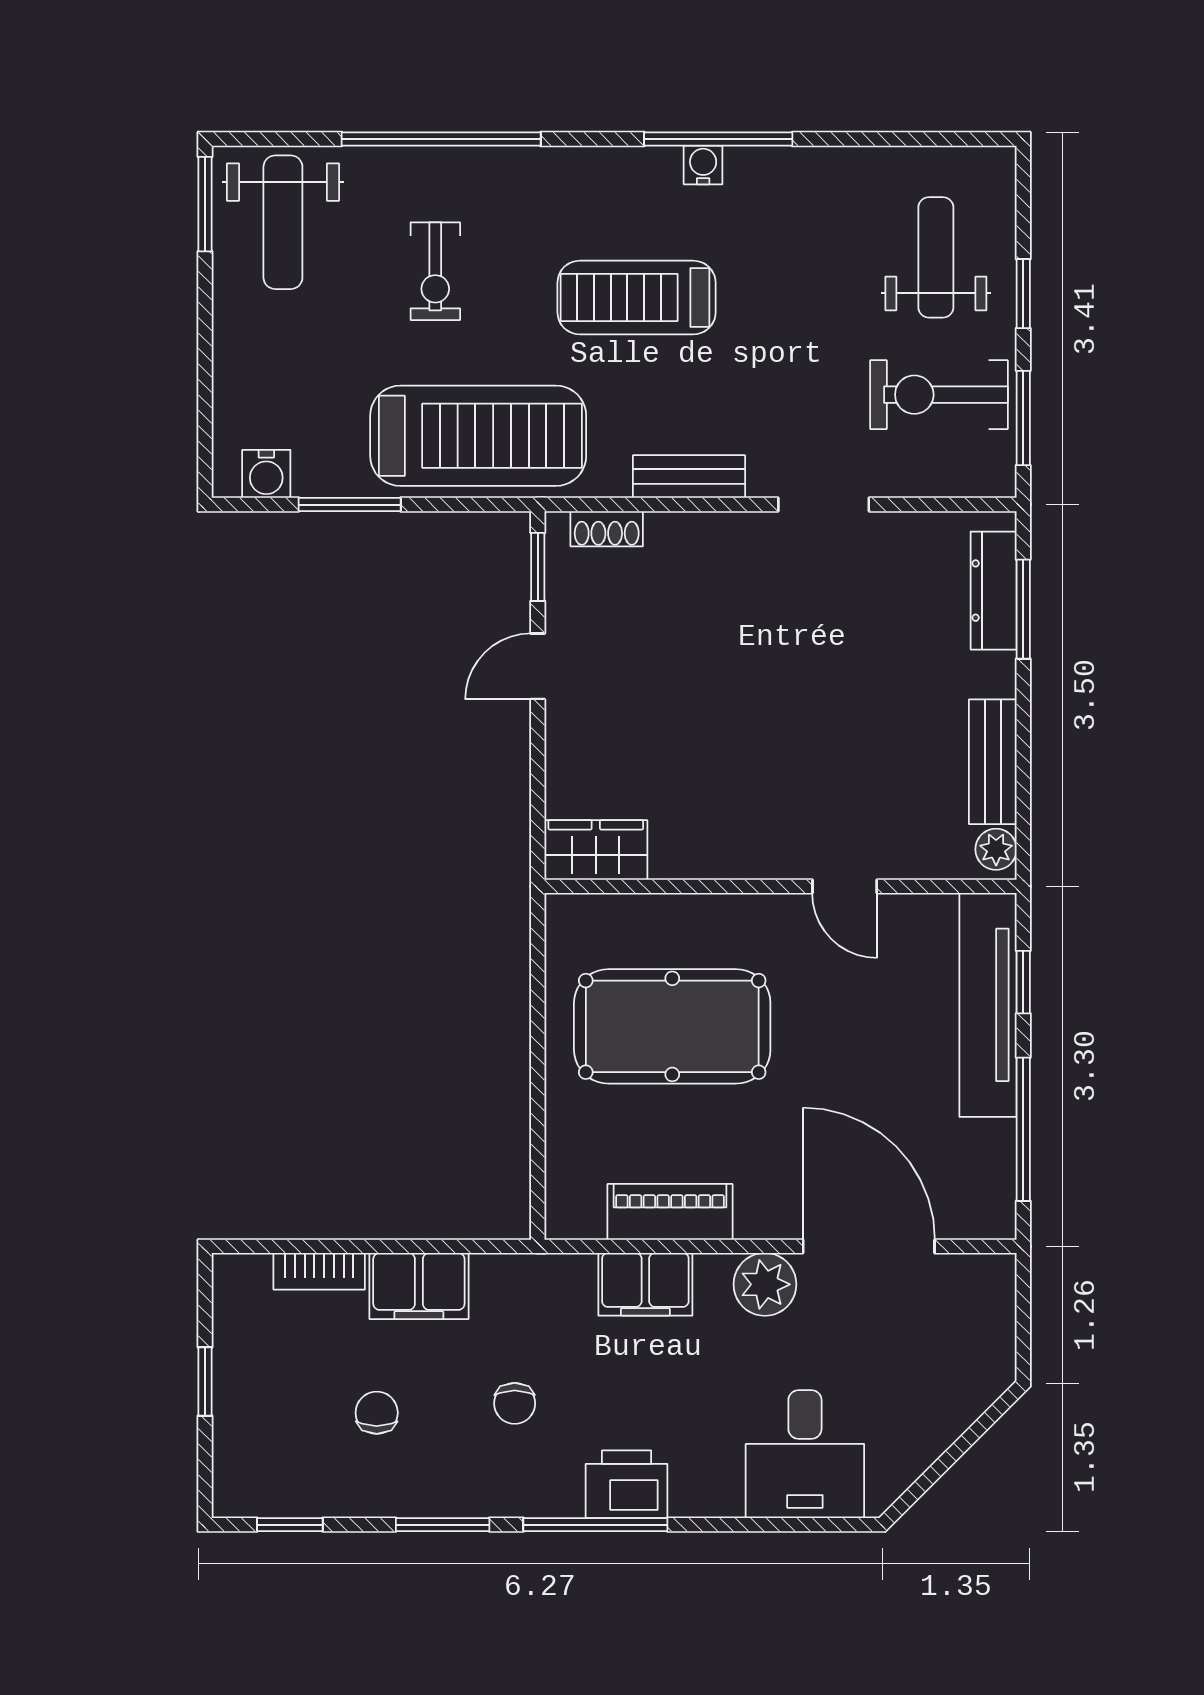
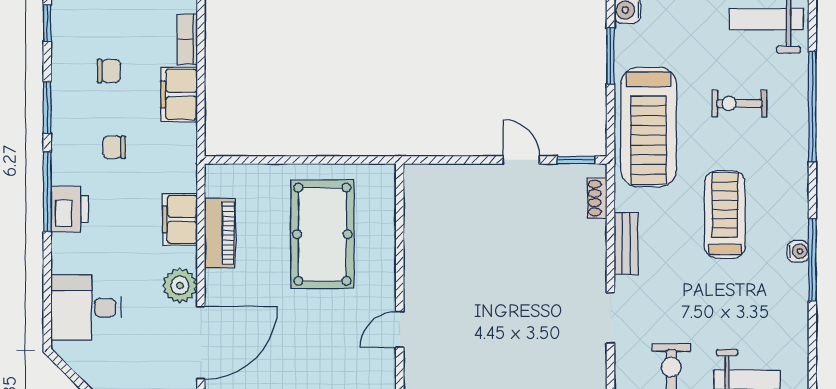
wardrobe: (596, 850) -> (420, 192), removed

